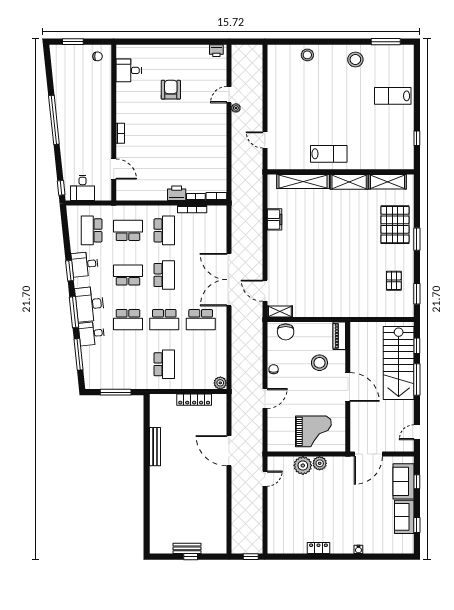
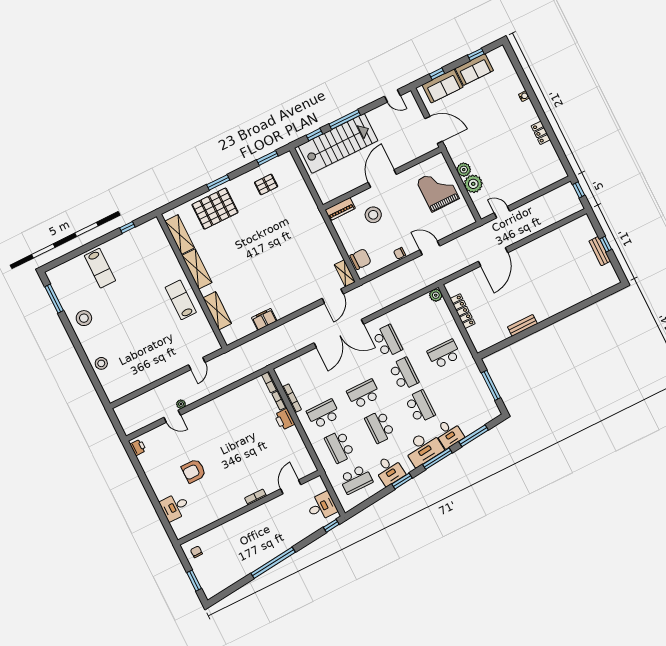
desk: (129, 70) -> (175, 507), moved, turned 90
shelving: (303, 181) -> (217, 311), width x0.68
bench: (155, 447) -> (522, 325), width x0.73

